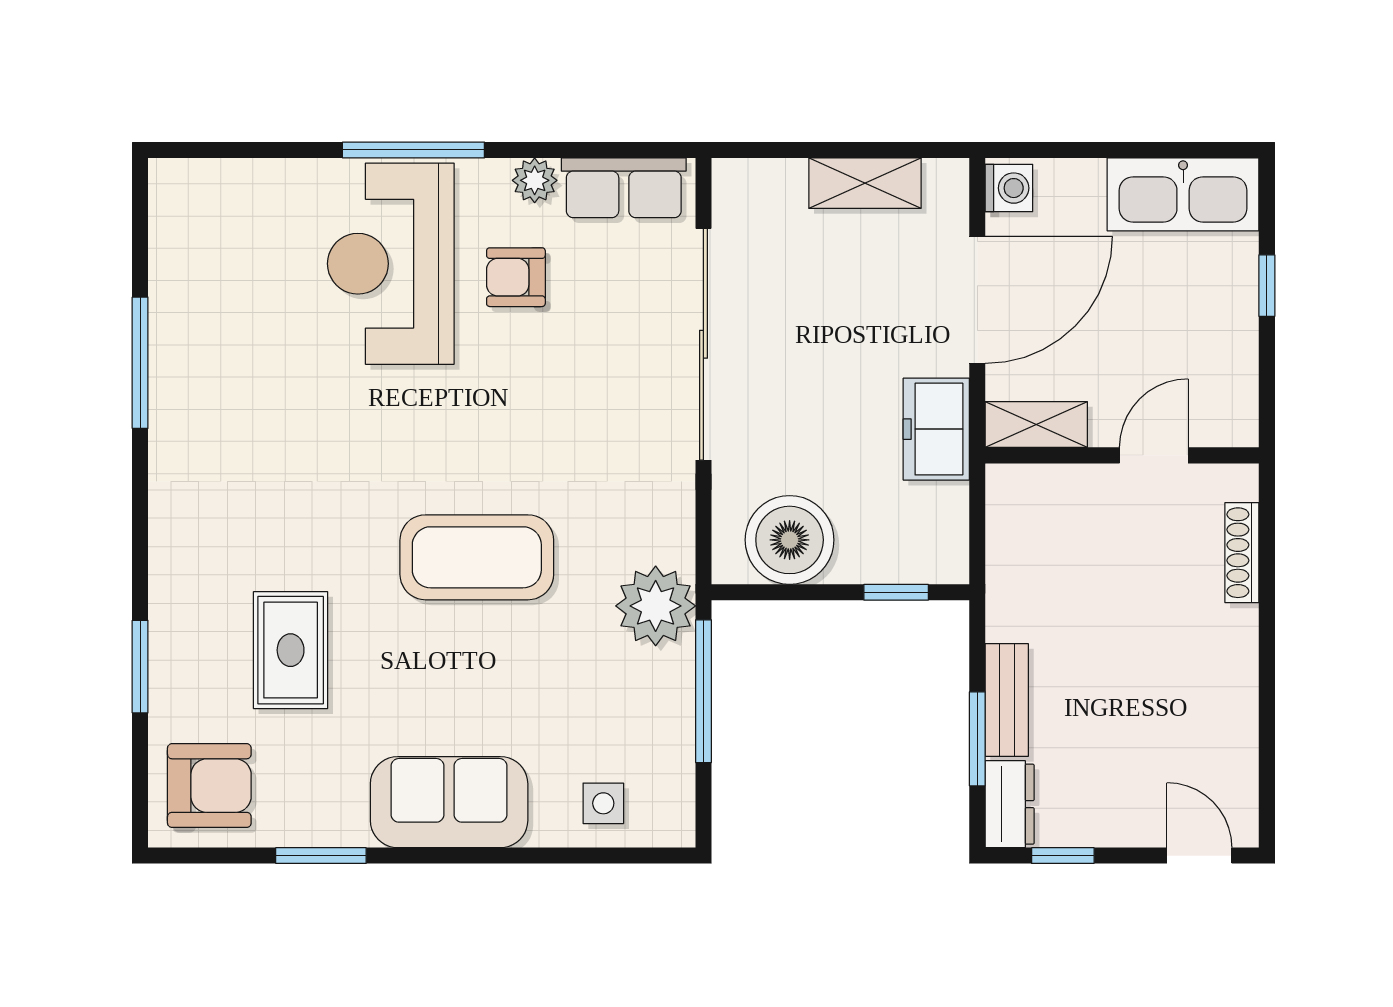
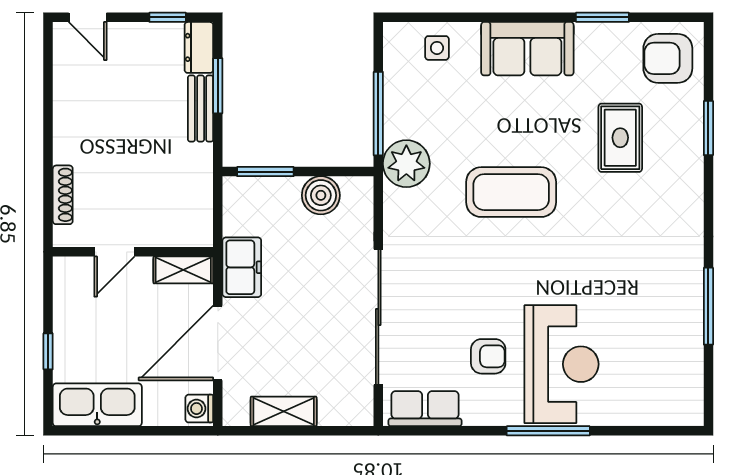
plant: (535, 180) -> (477, 413), removed
boiler: (790, 540) -> (321, 195), width x0.73, depth x0.73
window: (896, 592) -> (265, 172), width x1.50

